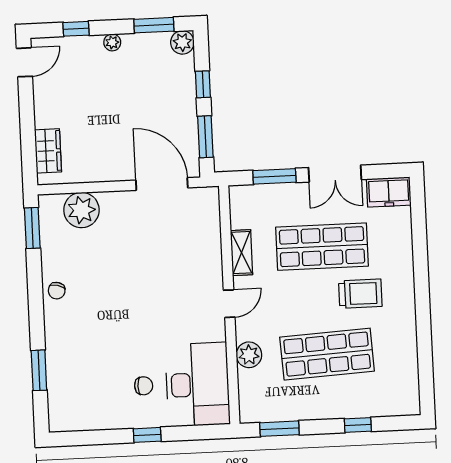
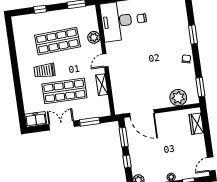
window: (39, 370) -> (193, 35), moved

